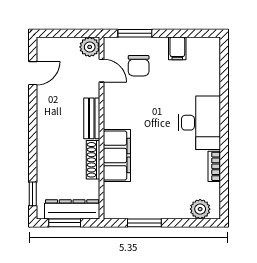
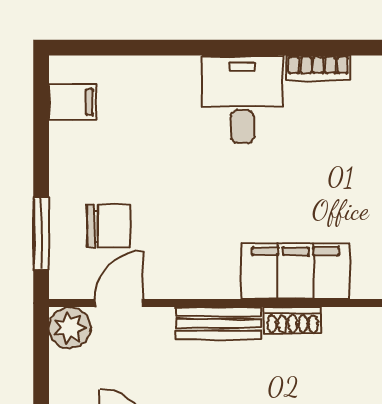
filing cabinet: (177, 48) -> (73, 102), moved
desk: (199, 123) -> (243, 99), width x0.73
shoe rack: (93, 160) -> (293, 321), width x0.70

